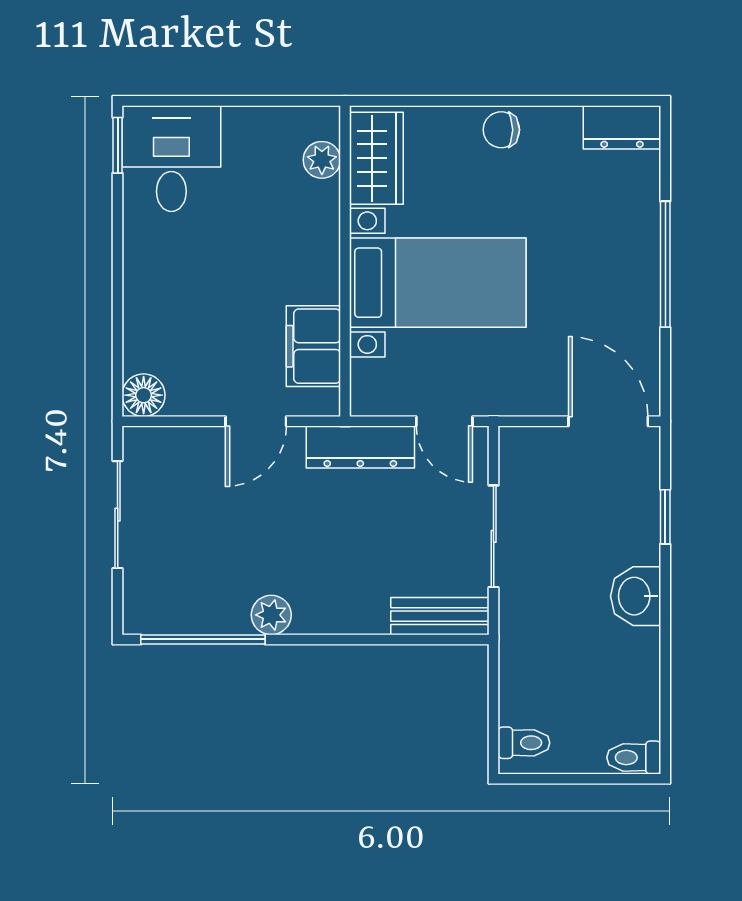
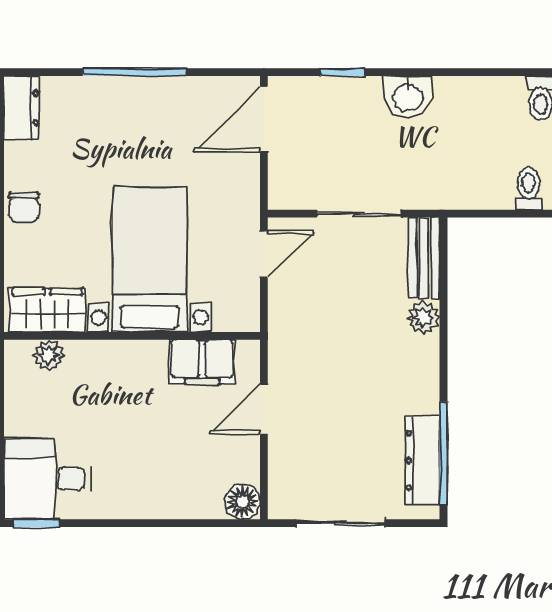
door: (256, 421) -> (264, 409), swing flipped
dresser: (360, 447) -> (422, 460), moved, turned 180
plant: (271, 615) -> (423, 318), moved

